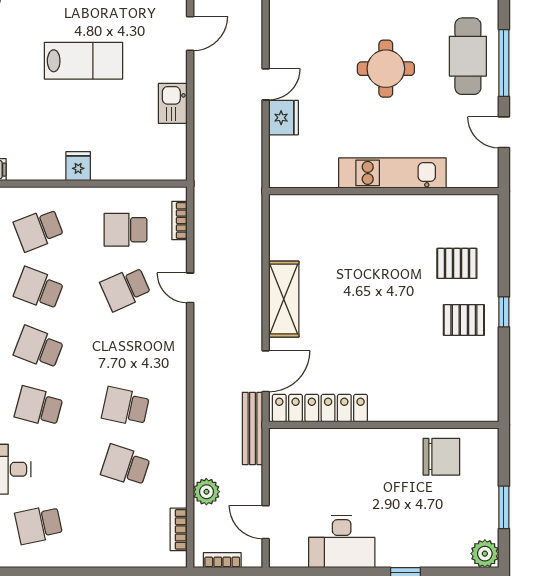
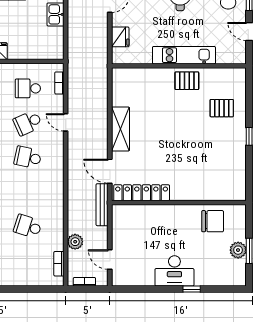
fridge: (283, 118) -> (120, 37), moved
pallet: (464, 320) -> (187, 81), moved
door: (266, 371) -> (110, 171), swing flipped
school desk: (126, 407) -> (28, 157), moved
desk: (342, 542) -> (174, 271), moved
plant: (485, 554) -> (238, 250), moved

